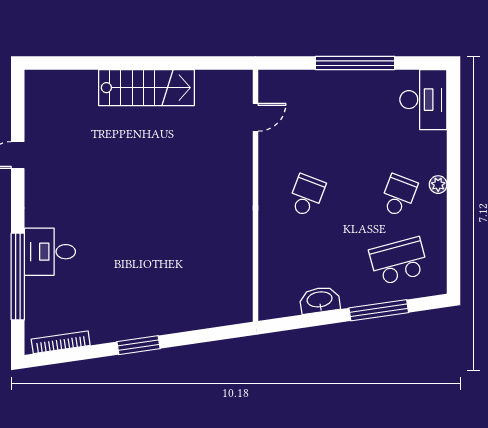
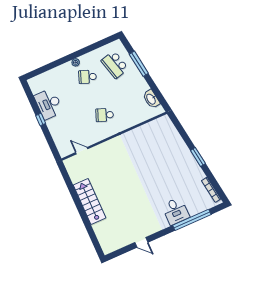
window: (355, 63) -> (41, 119), width x0.32
desk: (423, 100) -> (49, 104), moved, turned -90
washbasin: (320, 300) -> (151, 99), moved

